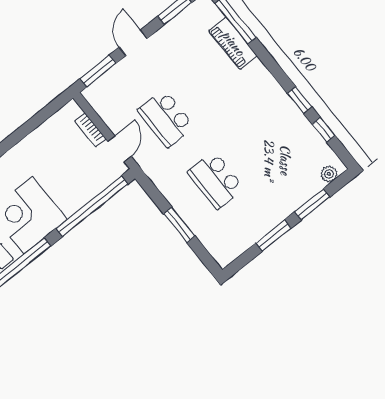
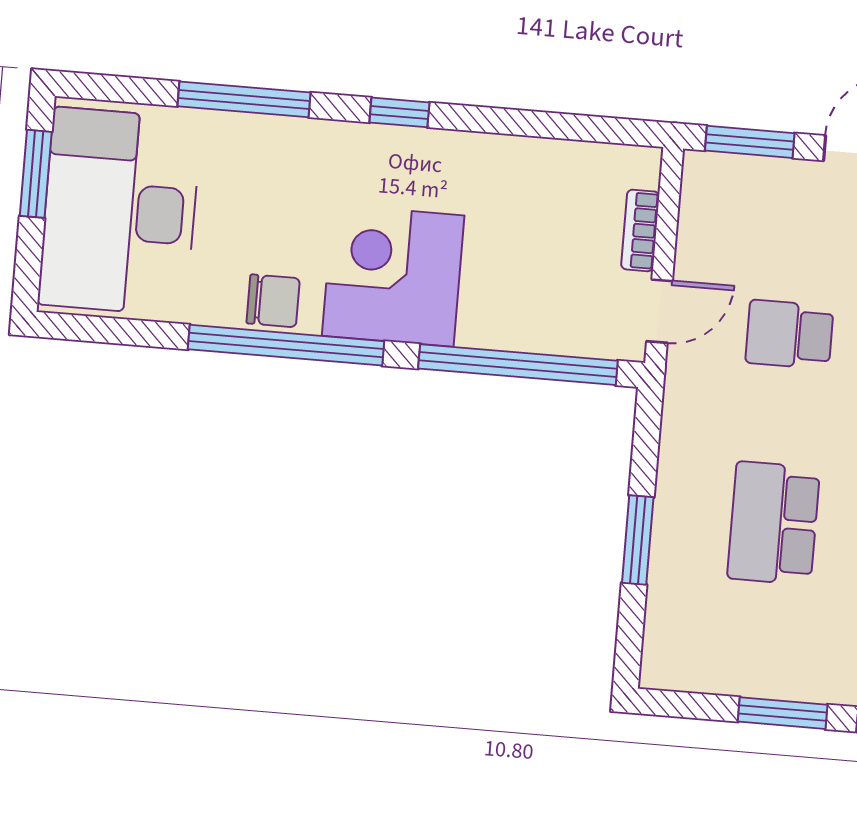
school desk: (166, 118) -> (789, 334), width x0.54

